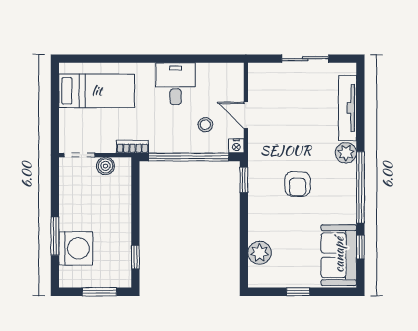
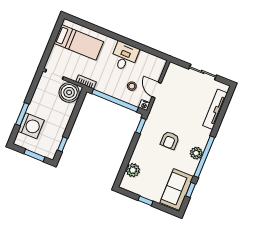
plant: (346, 153) -> (196, 153), moved
boiler: (105, 166) -> (69, 92), width x1.86, depth x1.86

